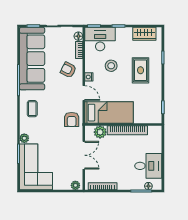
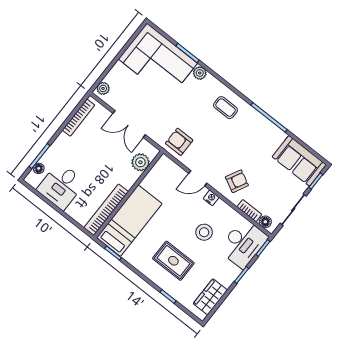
sofa: (32, 59) -> (299, 161), width x0.54, depth x0.79
bed: (109, 113) -> (129, 221), moved, turned 180
bookcase: (127, 130) -> (106, 210), moved

